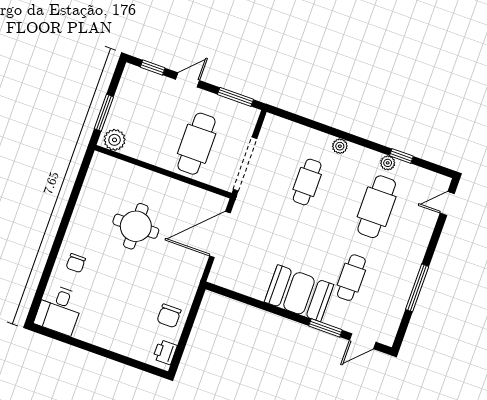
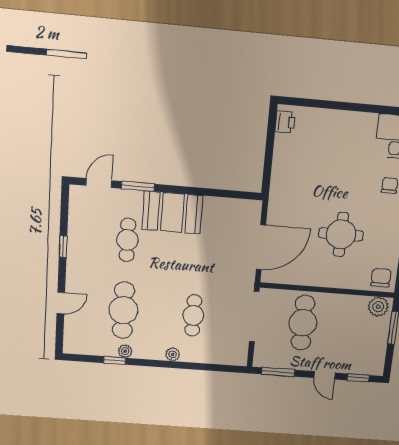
door: (188, 80) -> (325, 375), hinge flipped
door: (447, 203) -> (61, 303), moved
window: (417, 288) -> (63, 247), width x0.46
chair: (169, 316) -> (381, 278), moved

